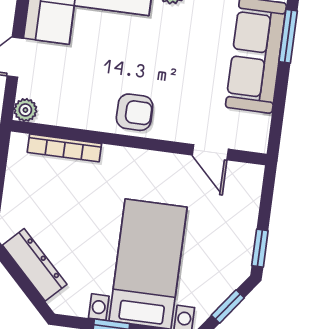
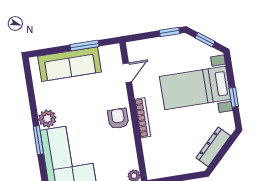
window: (288, 36) -> (85, 46), moved
bookcase: (64, 148) -> (143, 118), moved

